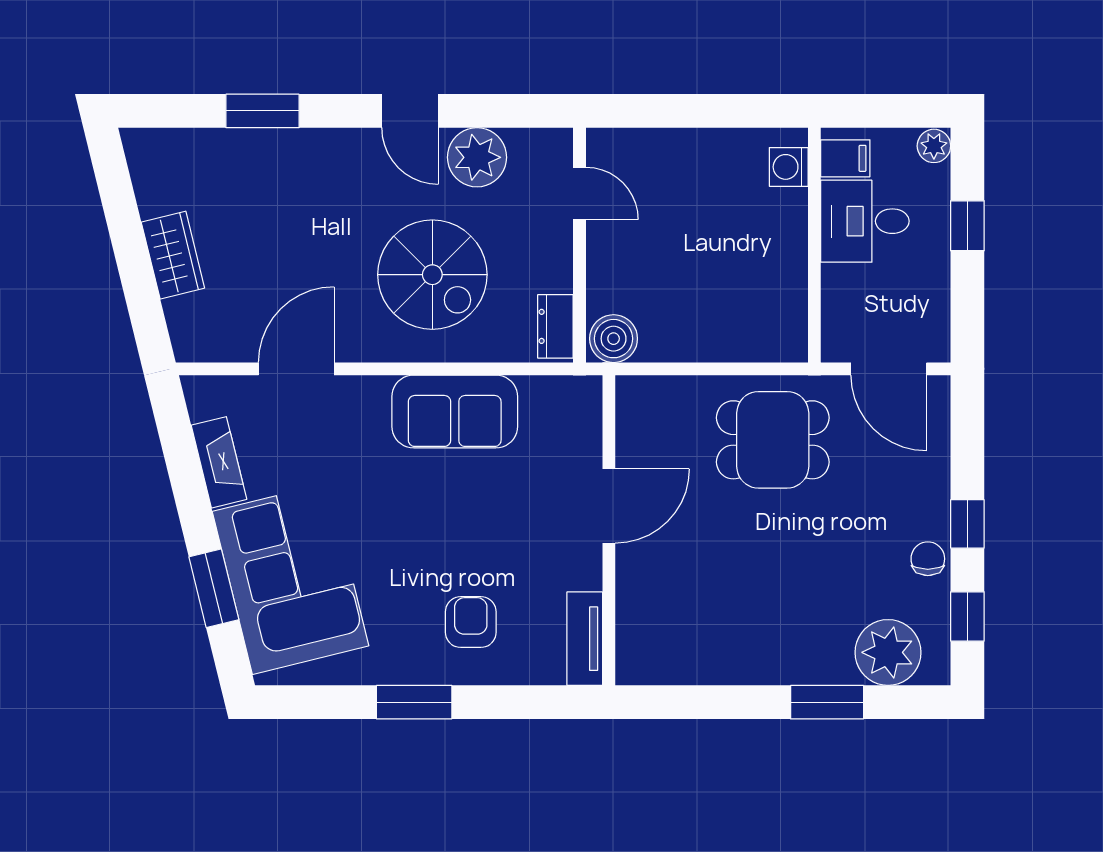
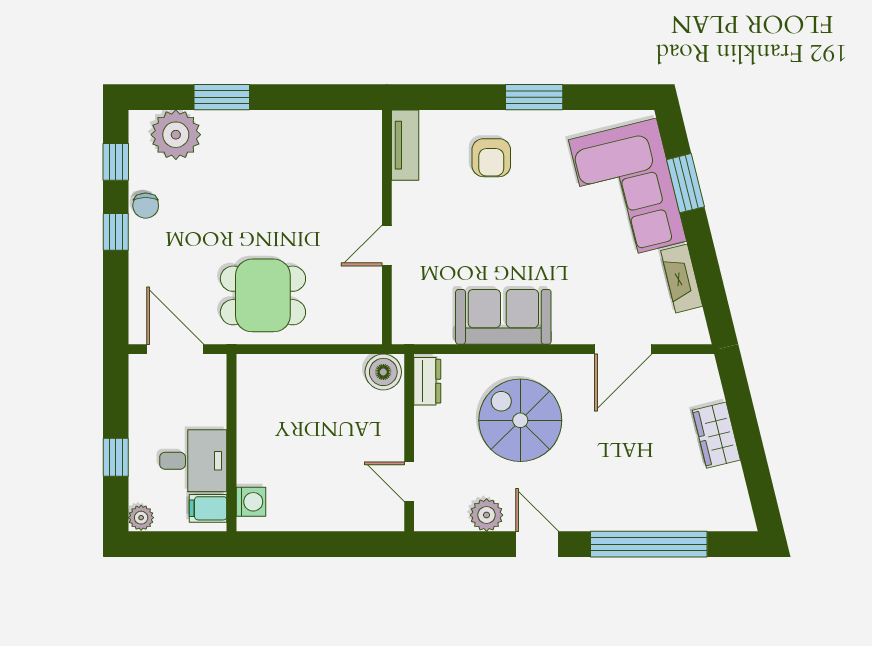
window: (262, 111) -> (649, 544), width x2.11
plant: (477, 157) -> (487, 515), width x0.73, depth x0.73
door: (609, 506) -> (387, 245), width x0.73

